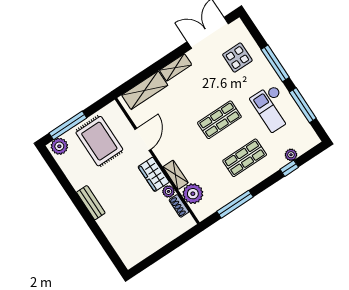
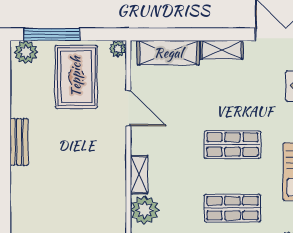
door: (143, 139) -> (128, 108), hinge flipped
wardrobe: (154, 174) -> (114, 157), removed
plant: (168, 191) -> (118, 49), moved
shoe rack: (179, 206) -> (119, 214), removed

